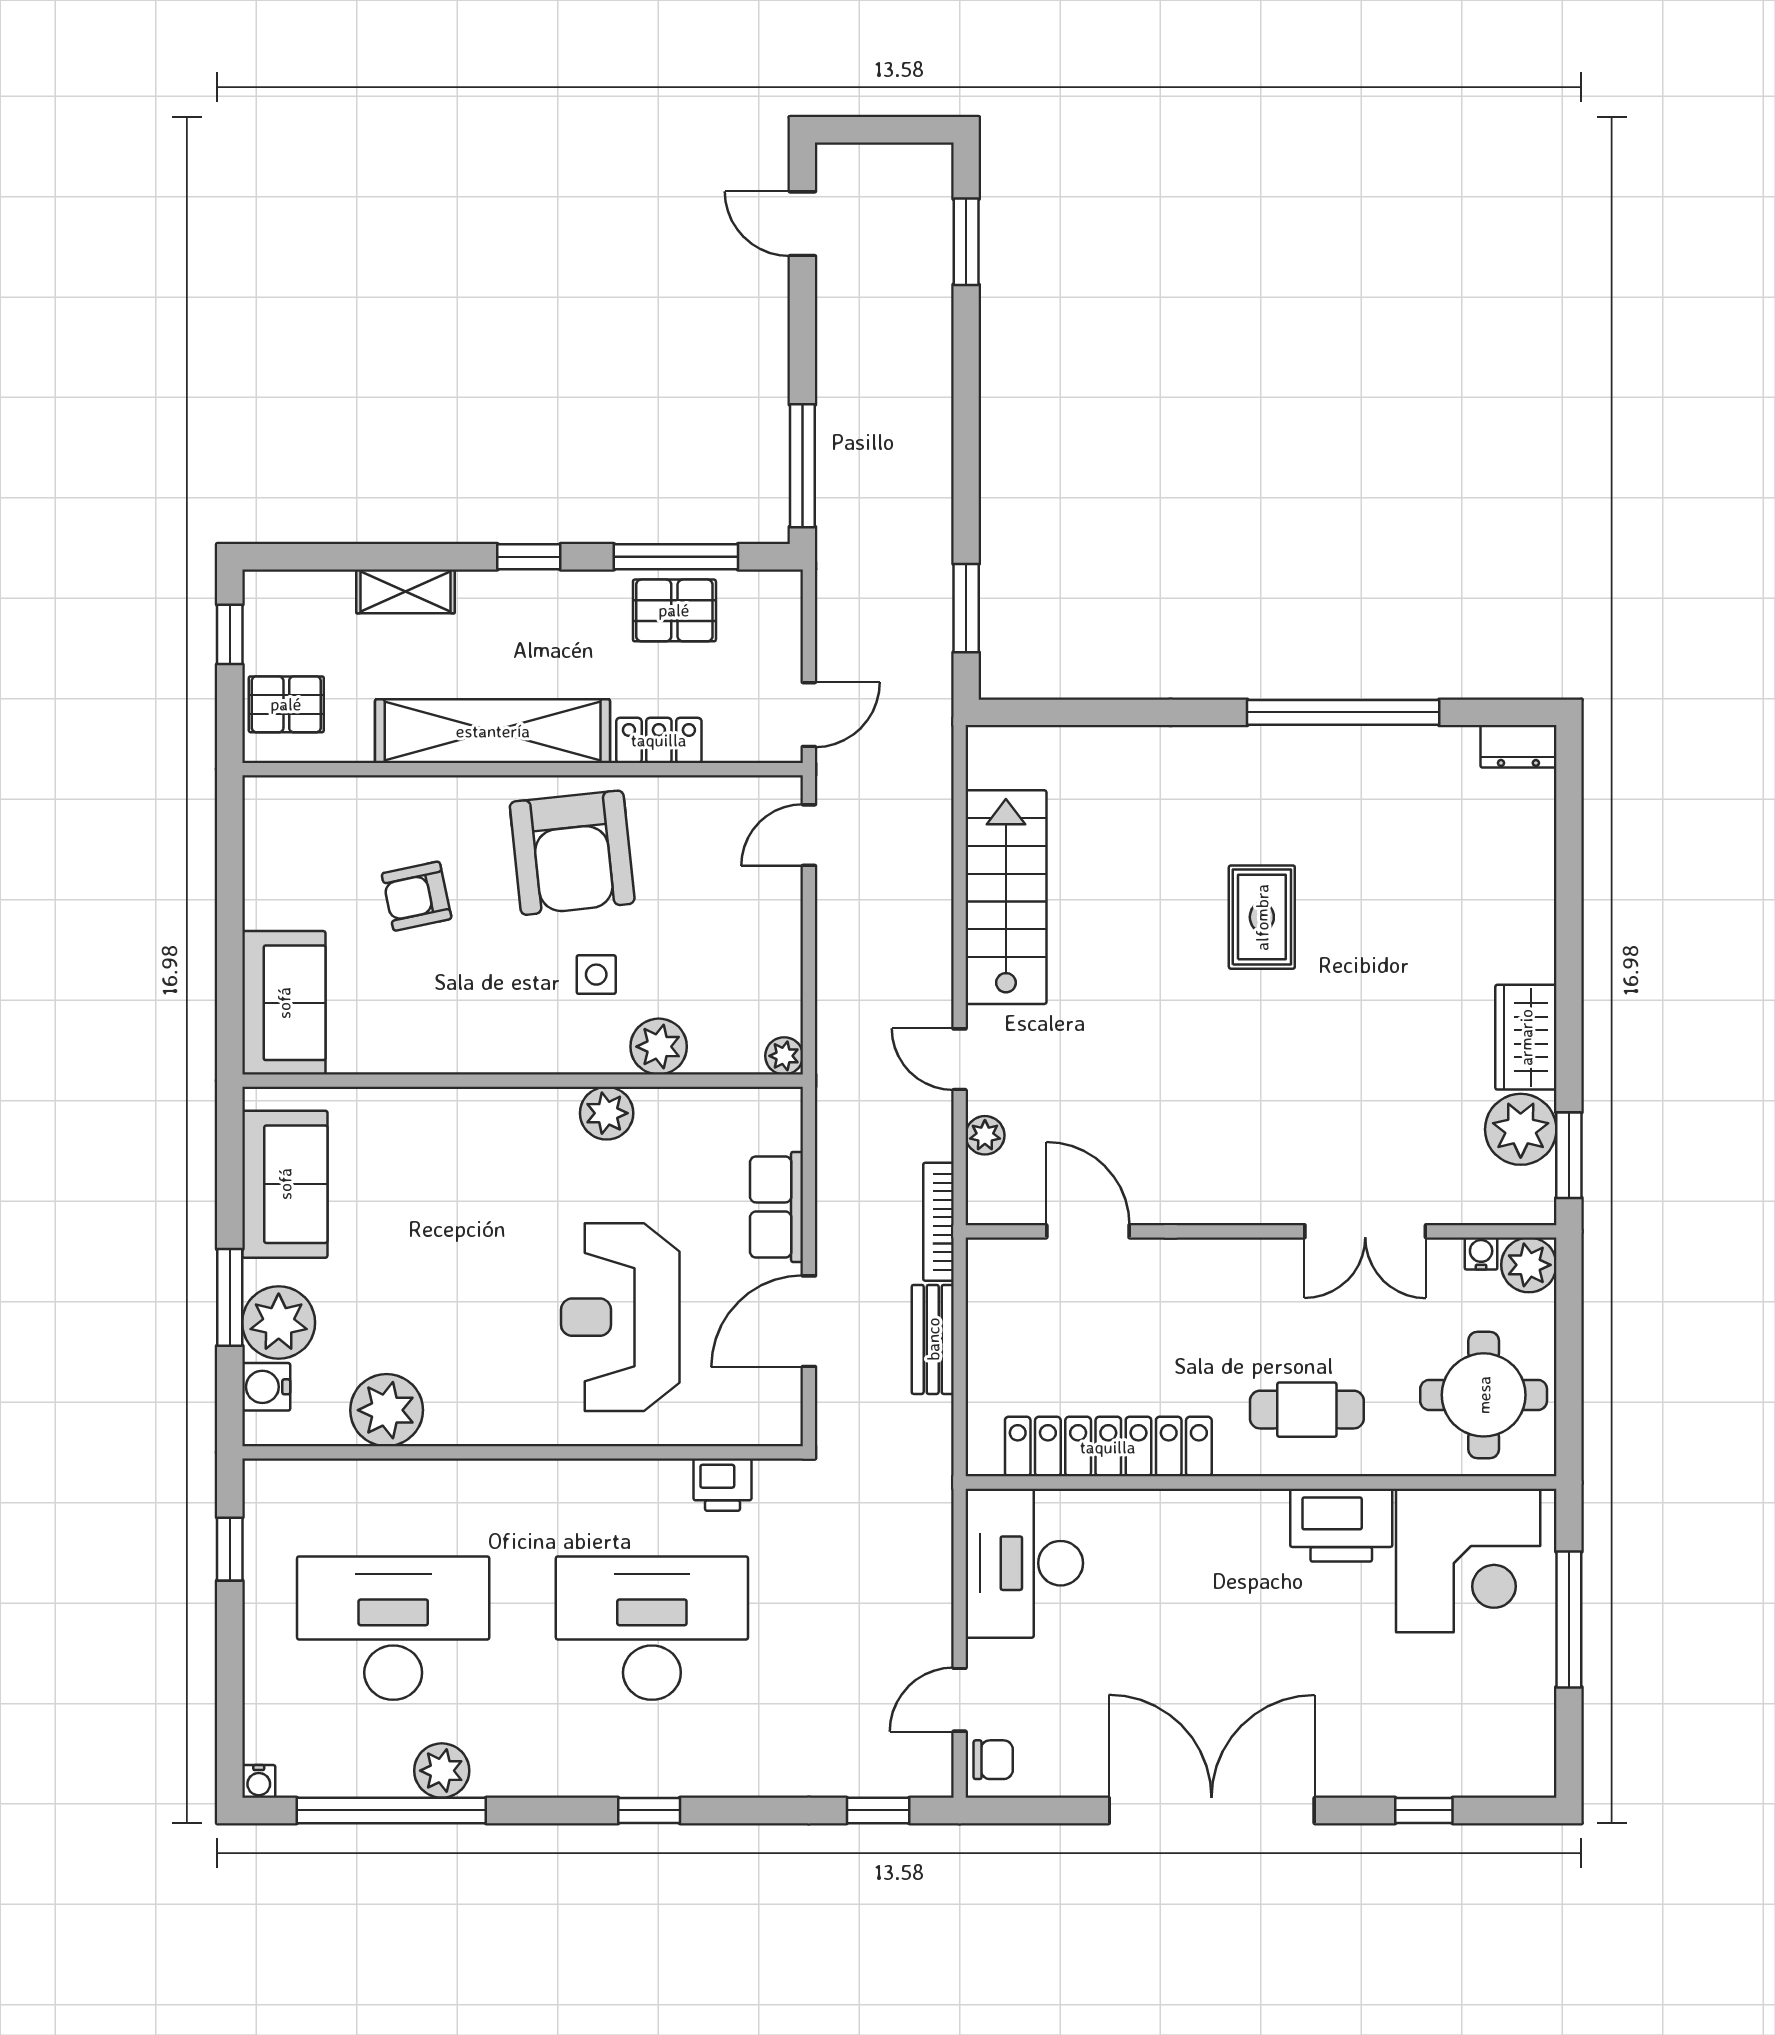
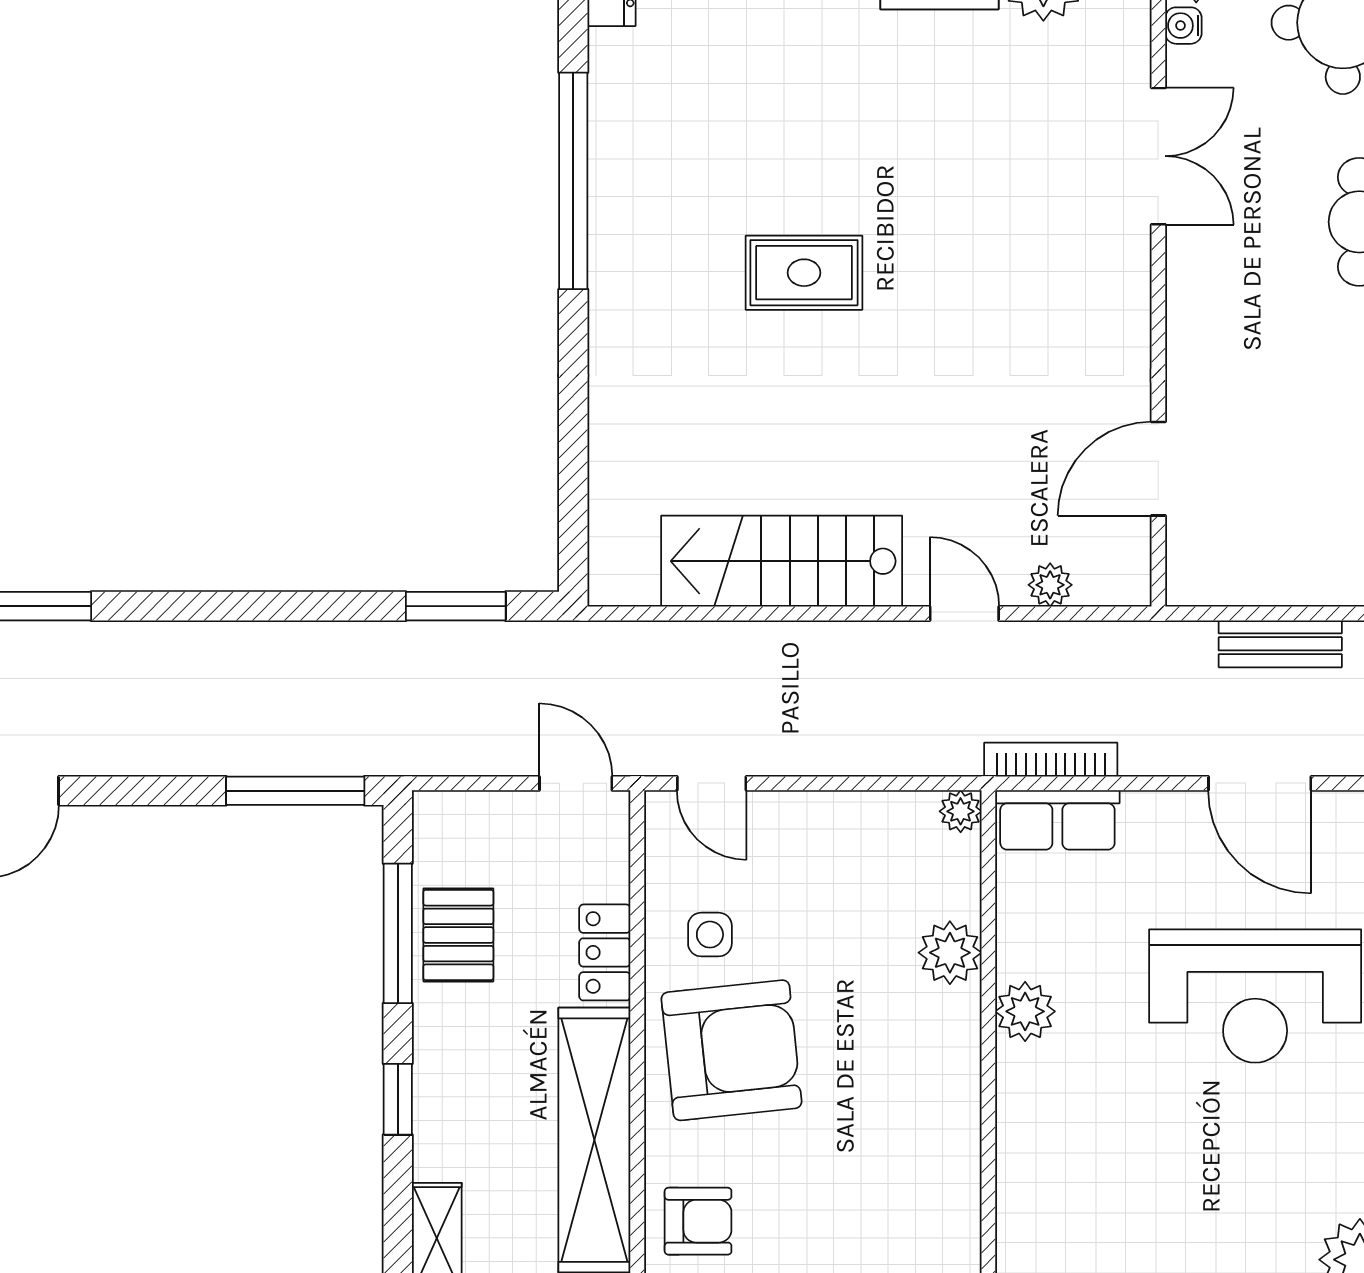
armchair: (417, 896) -> (698, 1221), moved, turned -78
side table: (596, 975) -> (710, 935), moved
door: (960, 1059) -> (964, 613), swing flipped
row of seats: (776, 1207) -> (1057, 820), moved
bookcase: (938, 1222) -> (1051, 760), moved, turned 180

